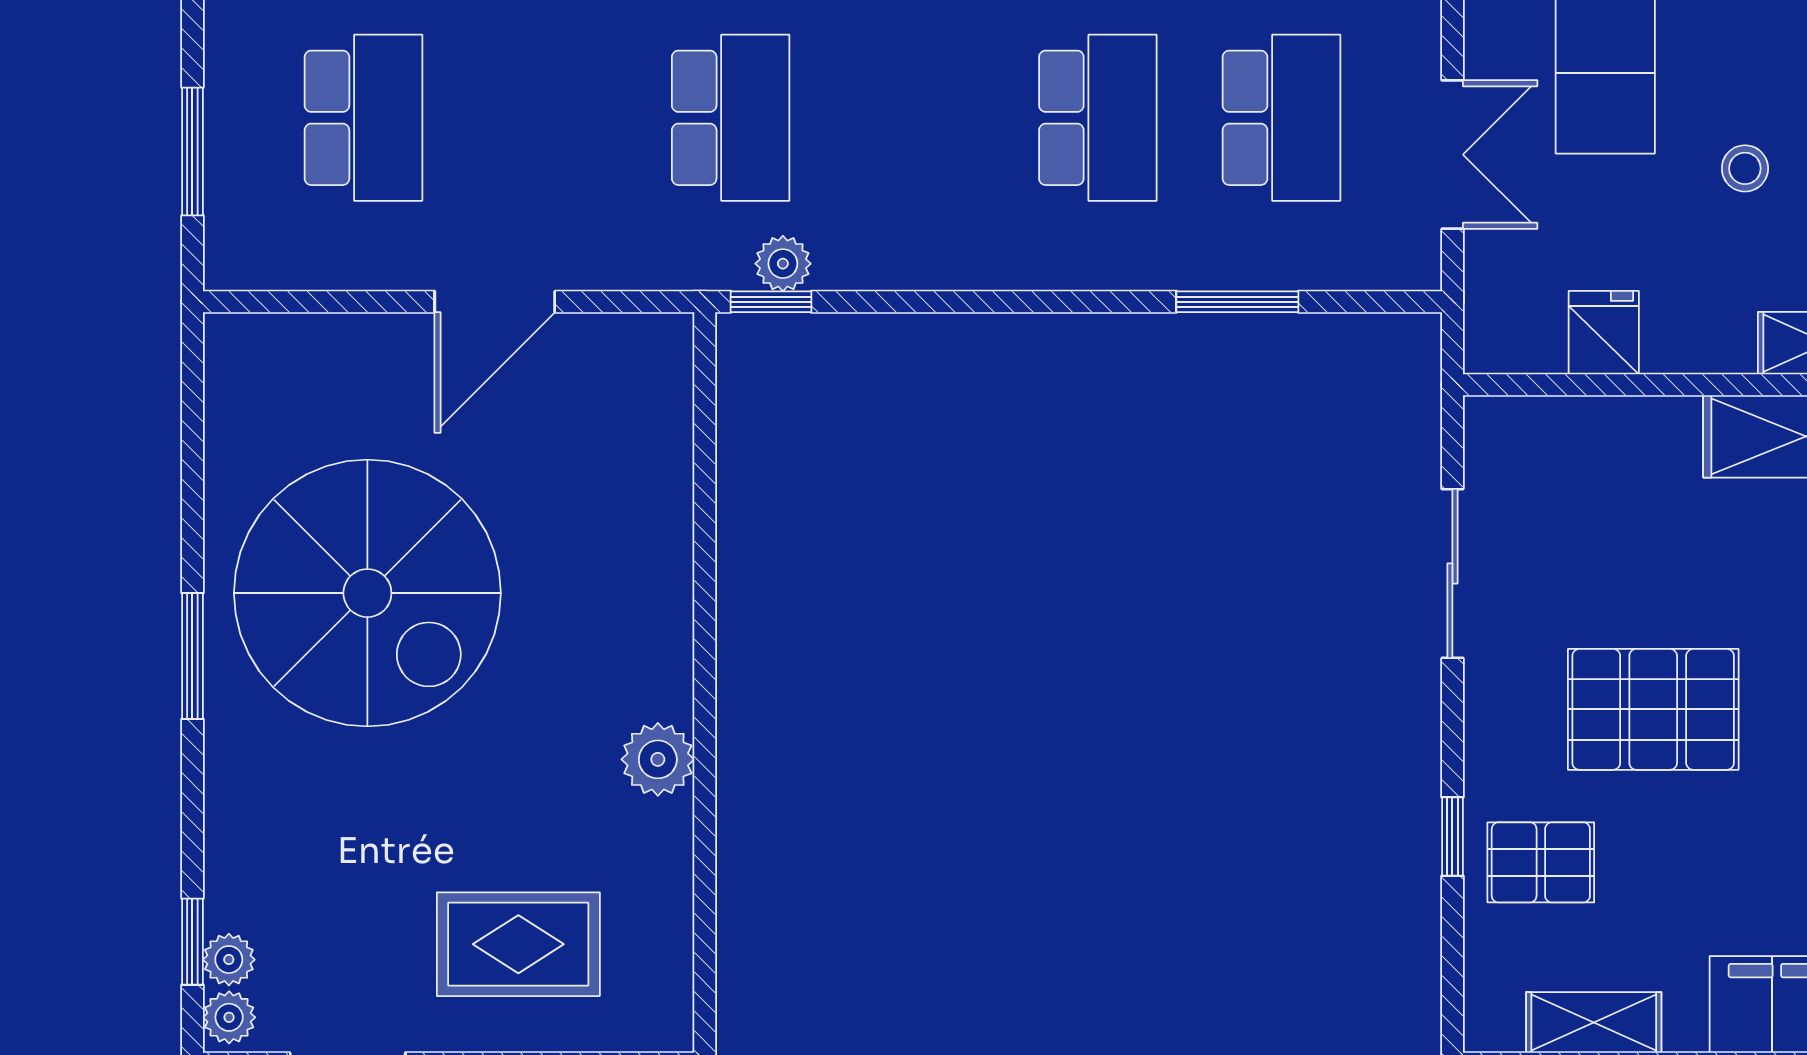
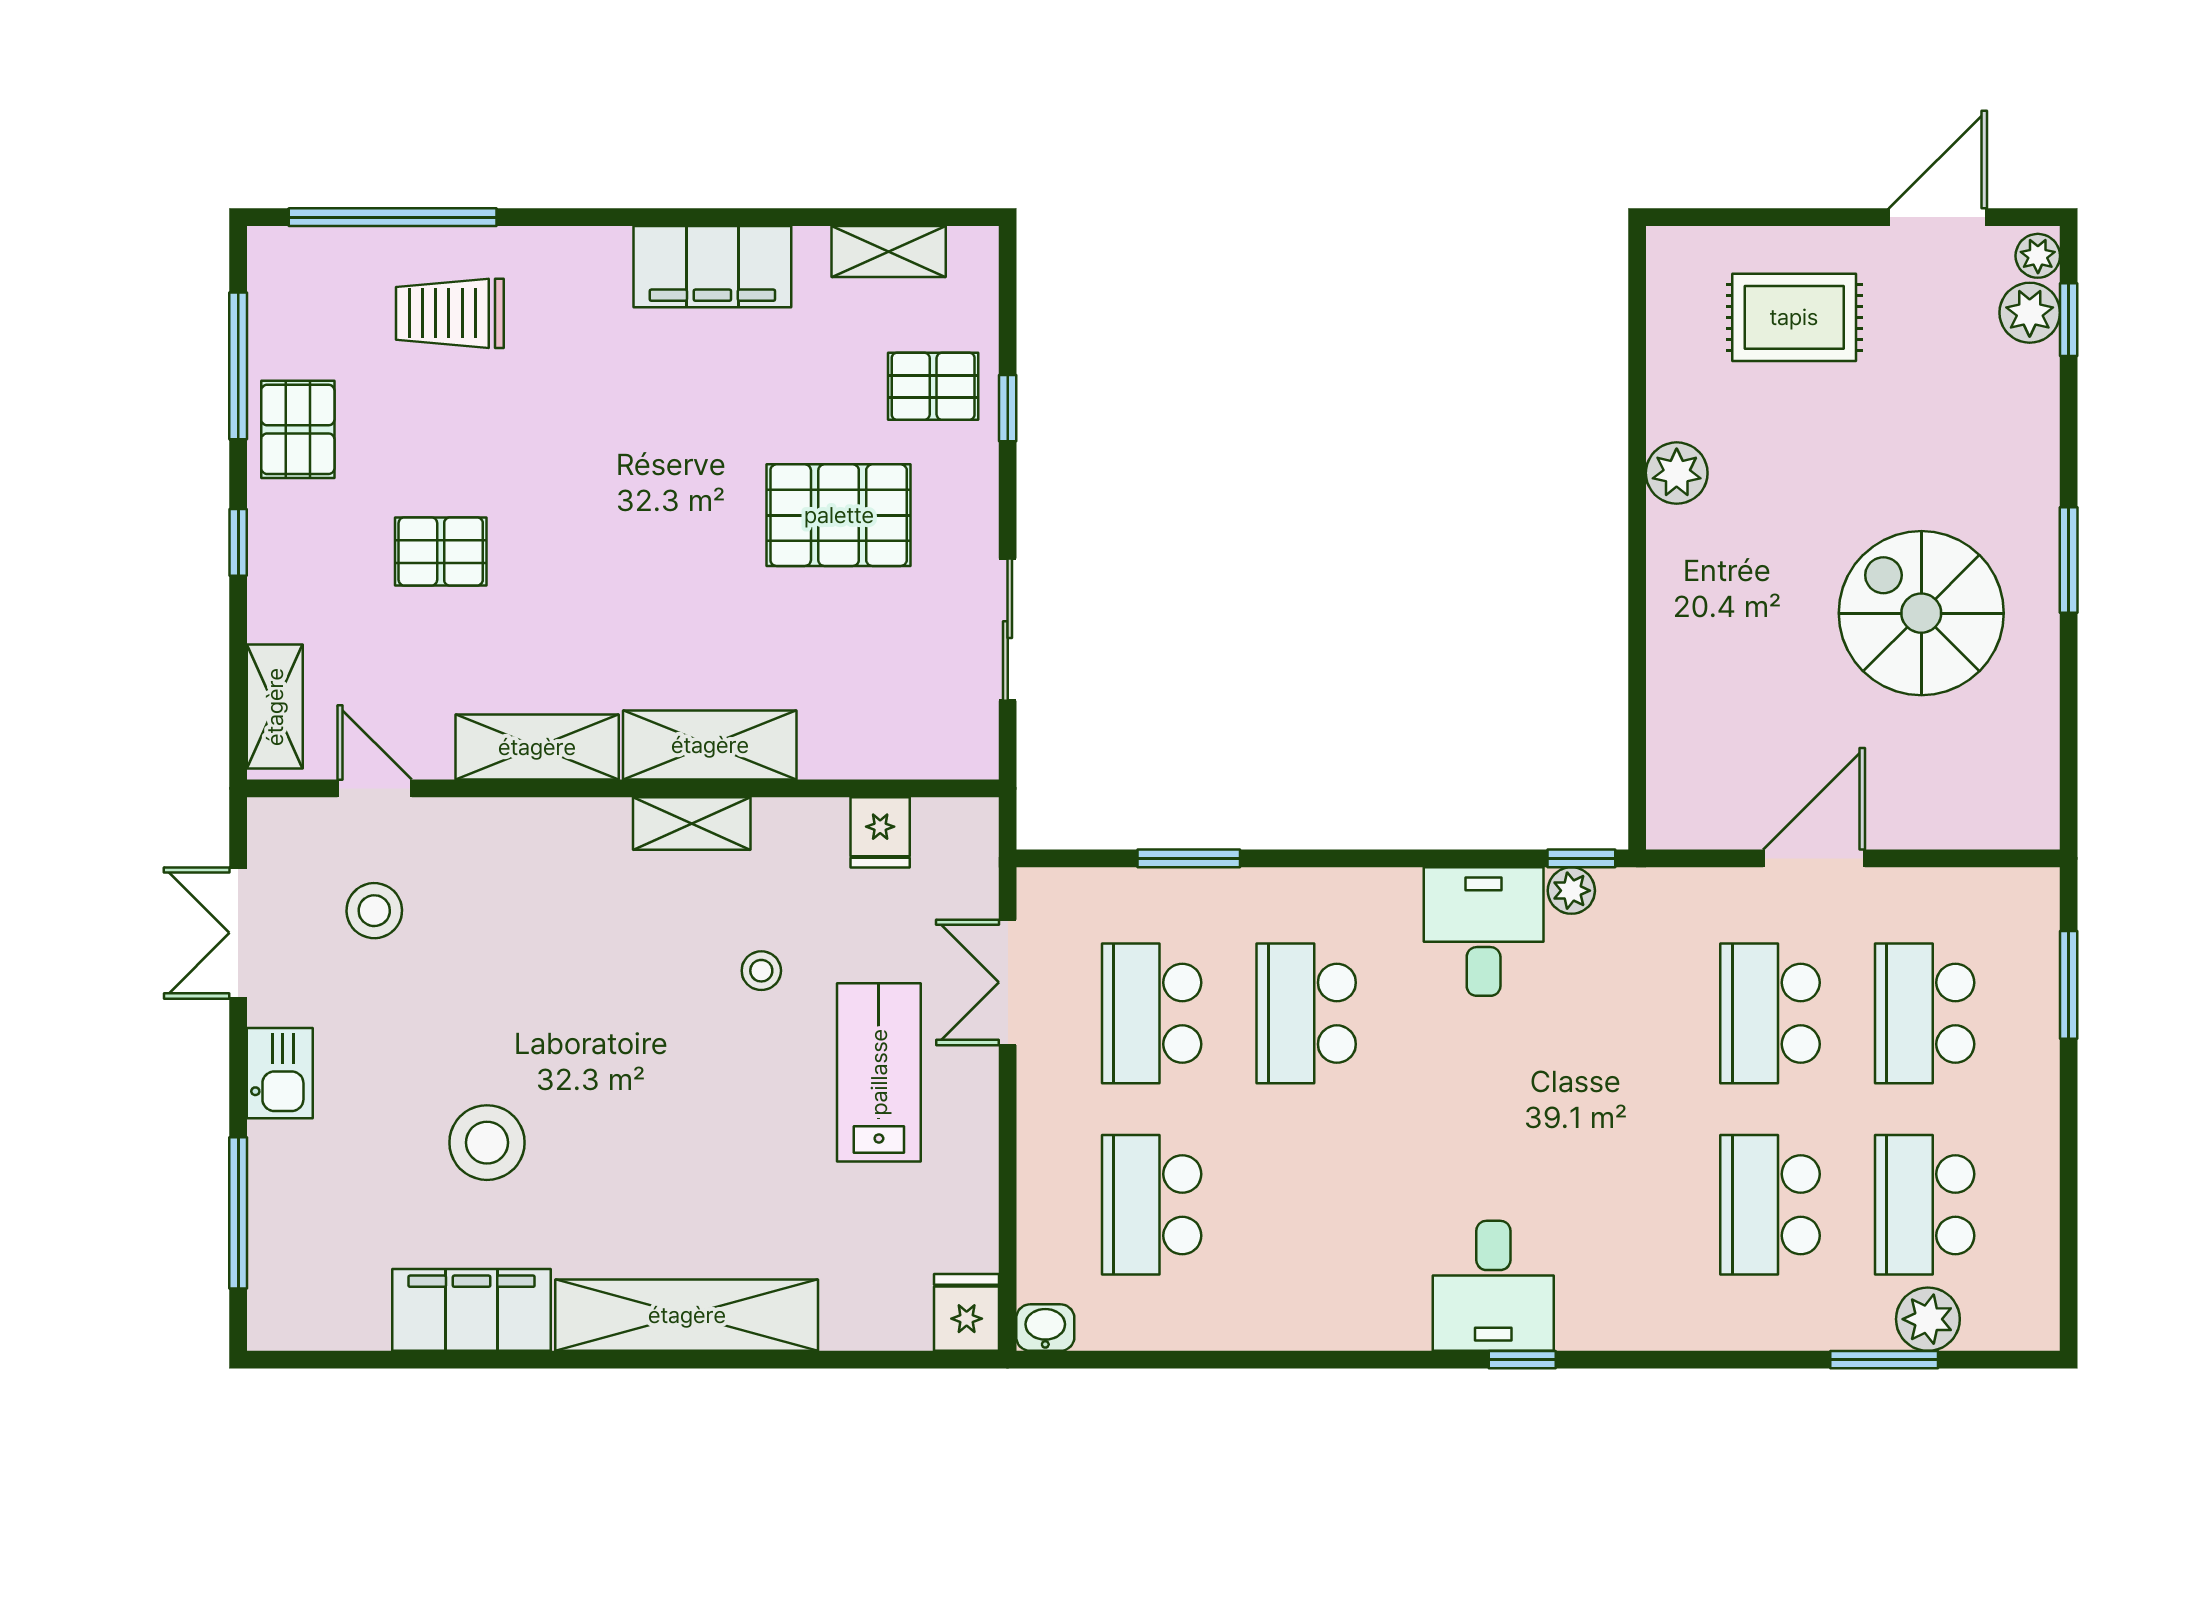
school desk: (731, 118) -> (1770, 1013), moved
desk: (887, 215) -> (1484, 932), added
spiral stairs: (367, 593) -> (1921, 613), width x0.73, depth x0.73
plant: (229, 960) -> (2030, 313), width x1.38, depth x1.38

